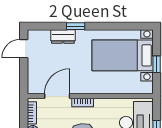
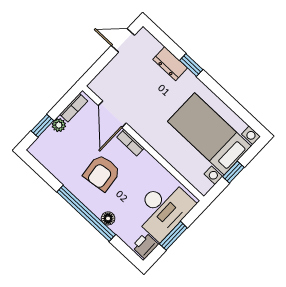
door: (57, 96) -> (112, 114), swing flipped

